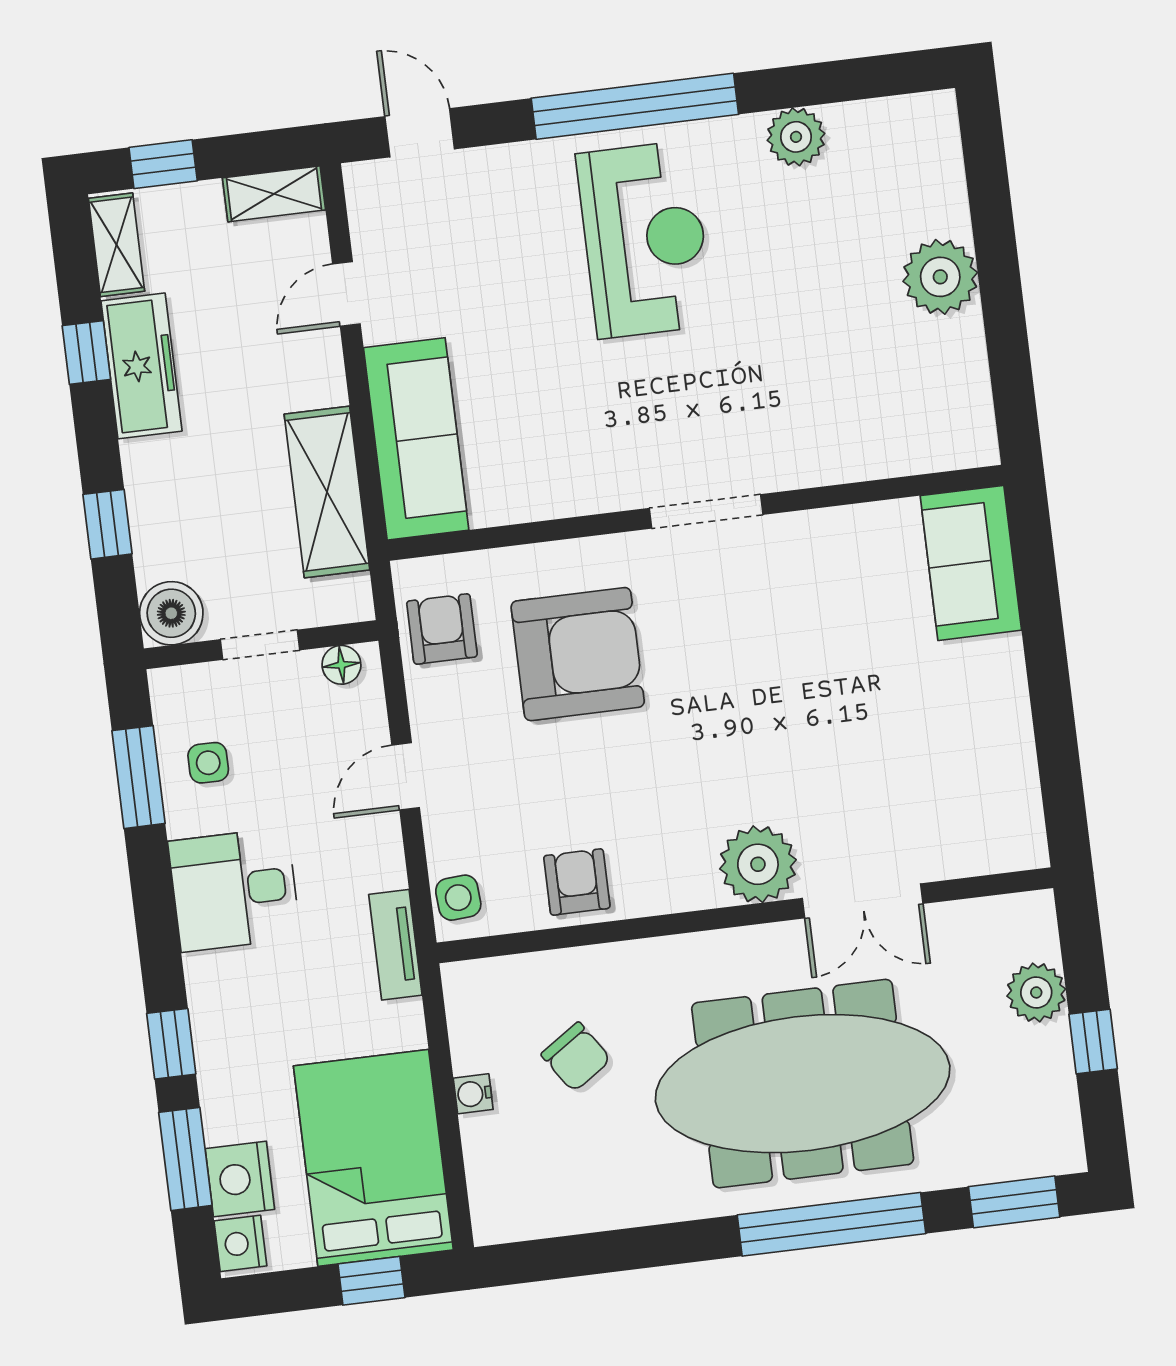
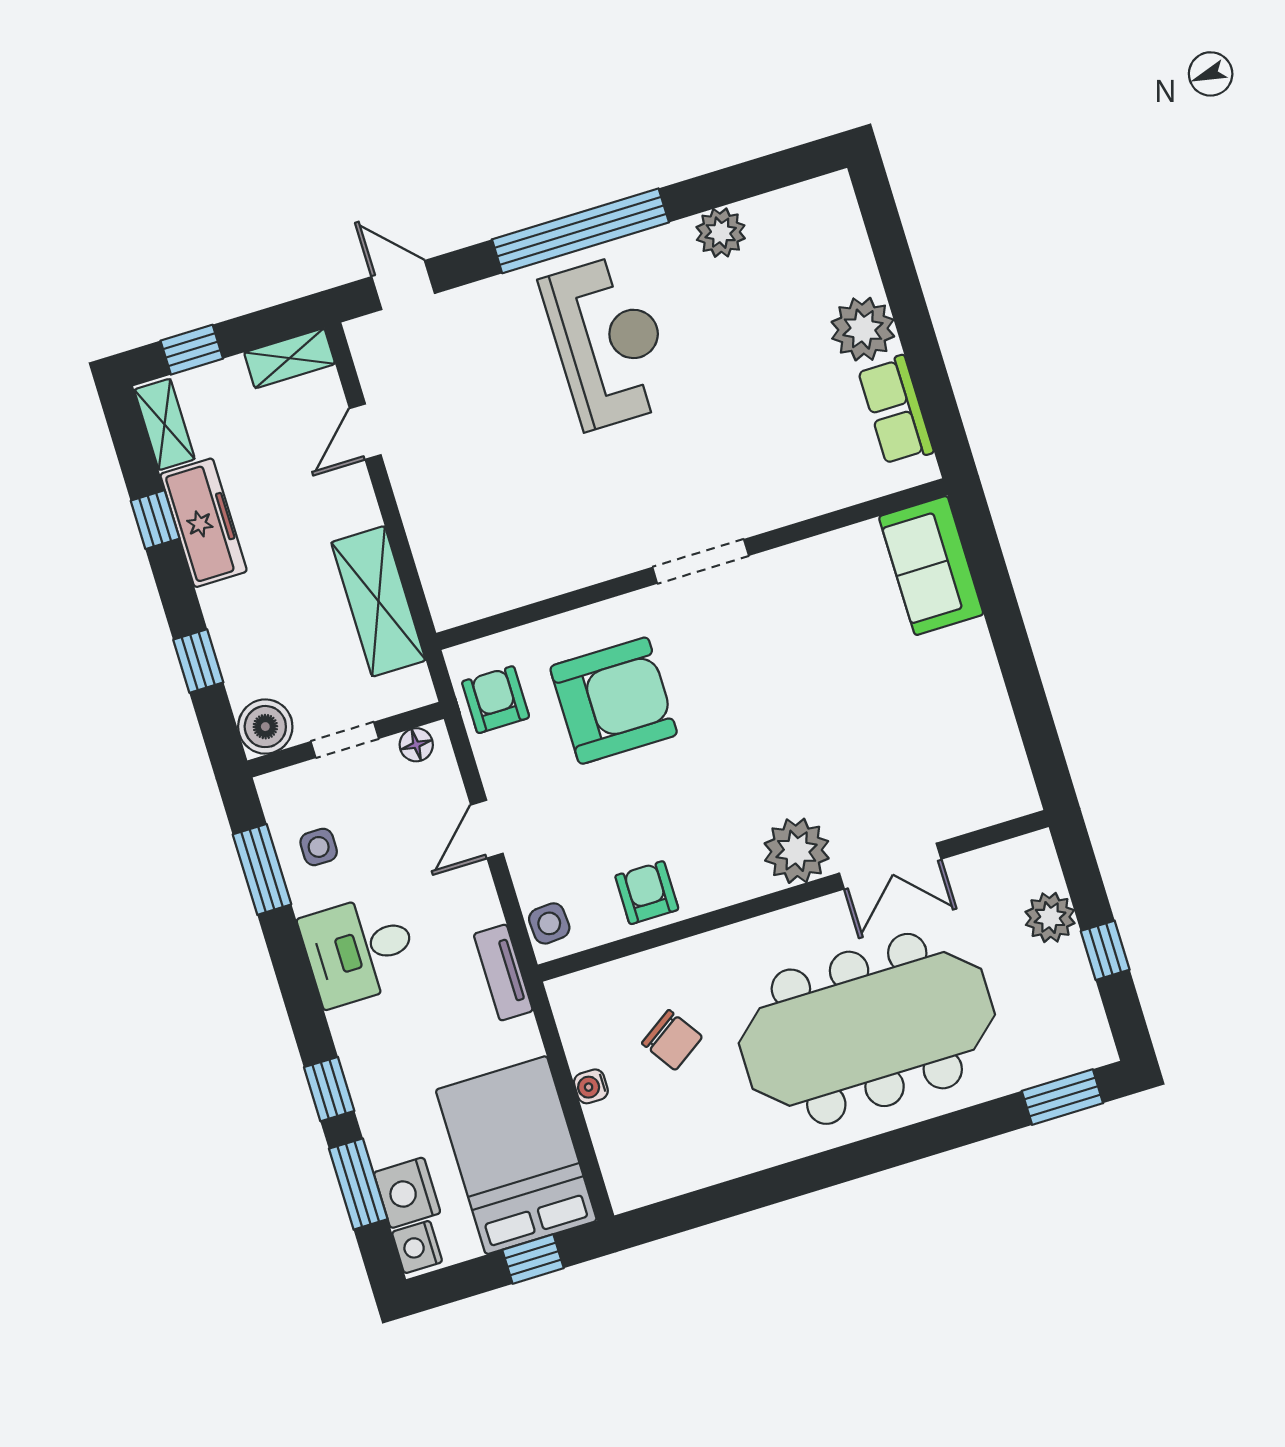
row of seats: (962, 377) -> (896, 410), added
sofa: (416, 439) -> (446, 543), removed
window: (831, 1224) -> (912, 1143), removed

